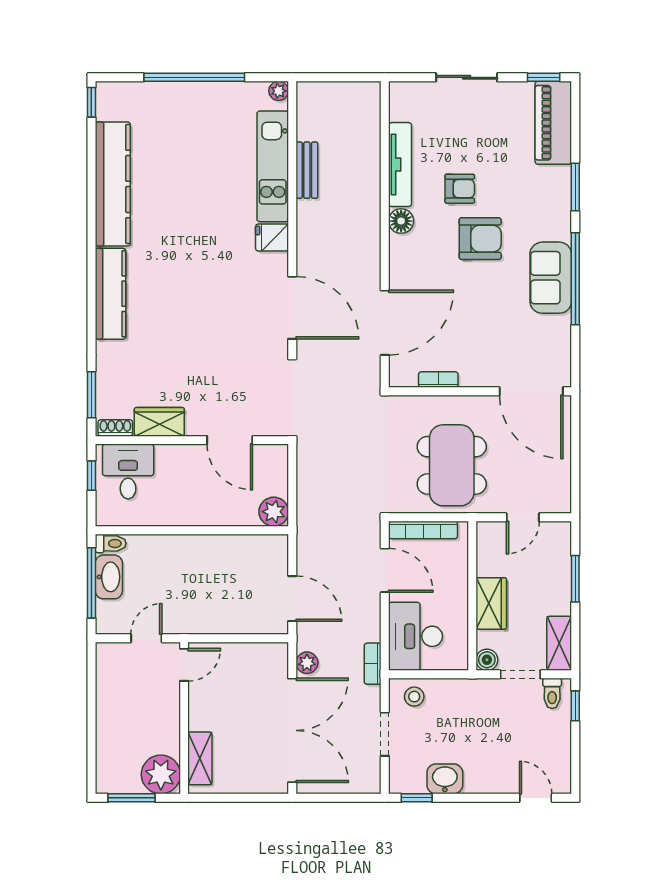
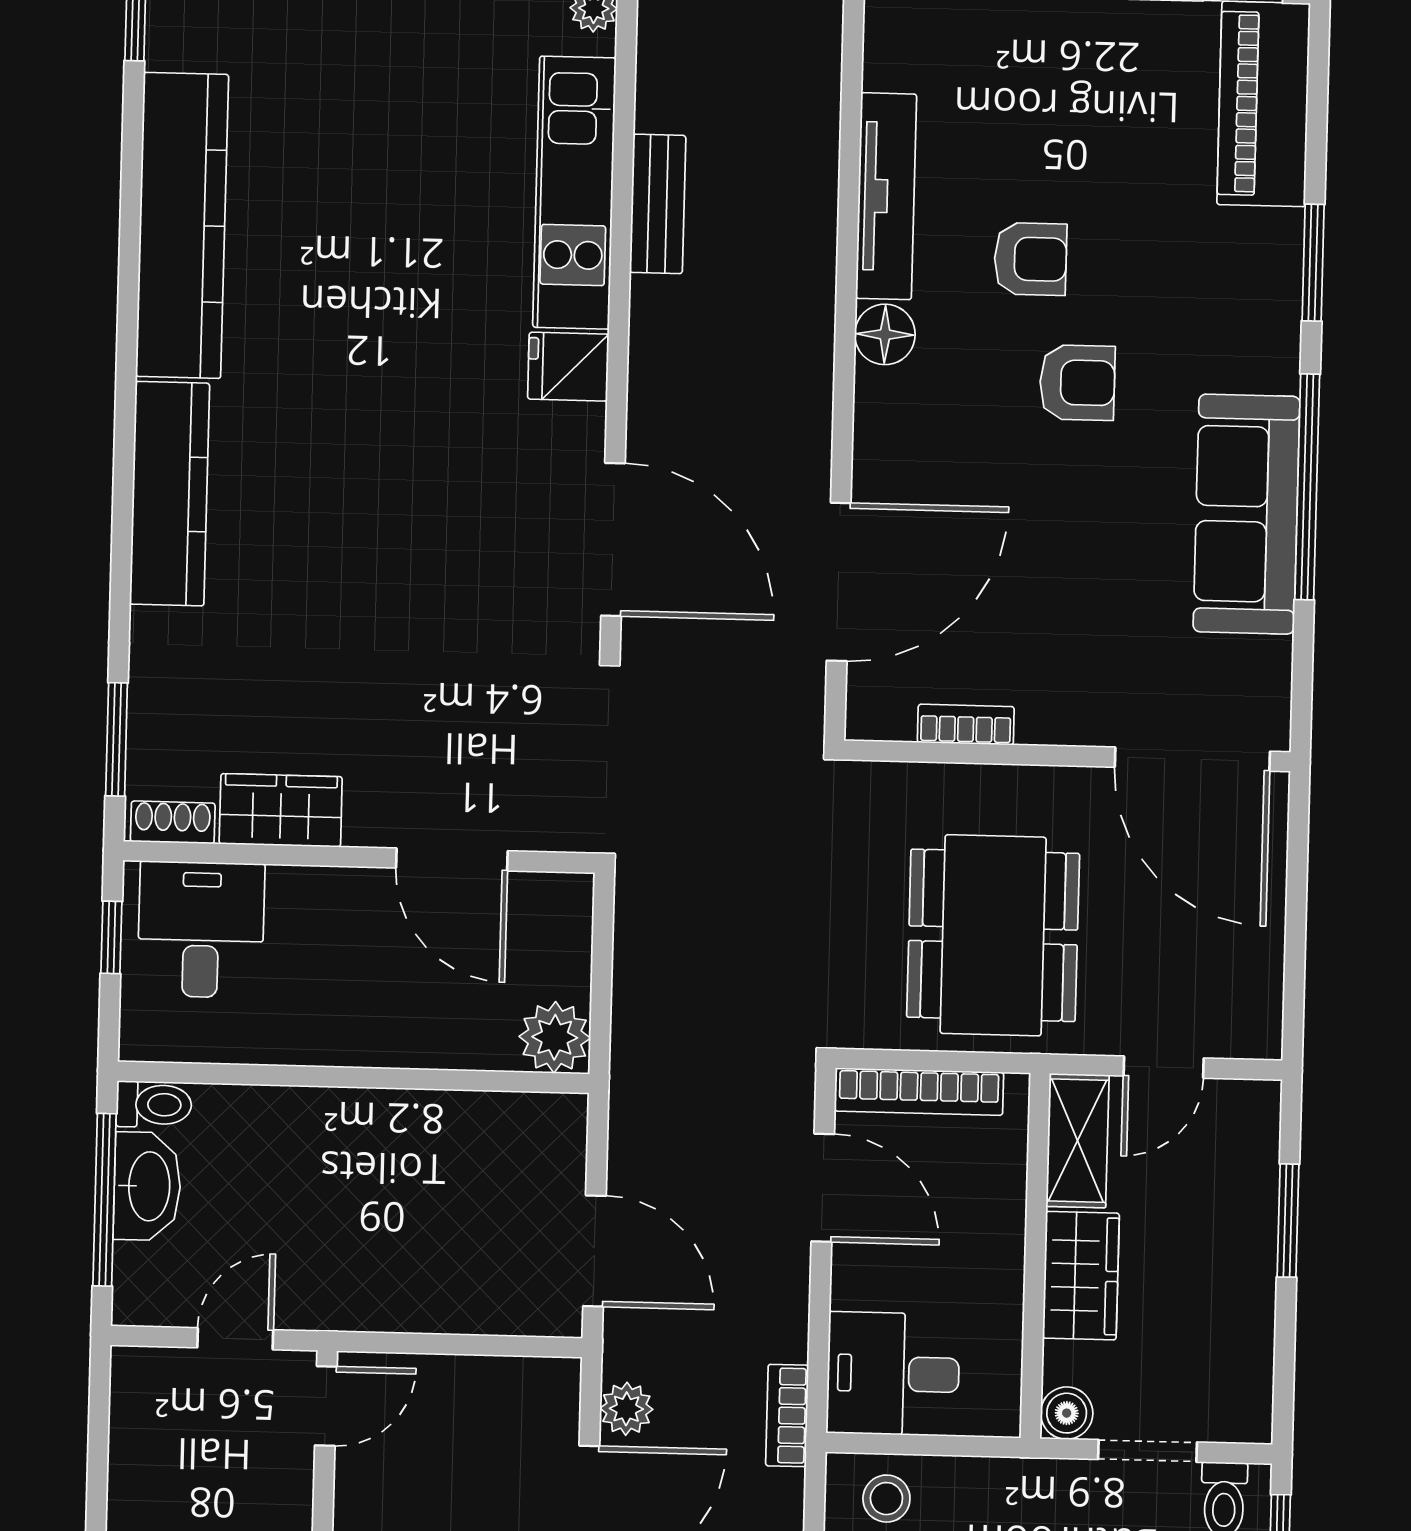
armchair: (480, 239) -> (1077, 383), width x0.72, depth x0.72
sofa: (551, 278) -> (1247, 514), width x1.36
desk: (416, 636) -> (893, 1374), width x0.73
shelving: (559, 643) -> (1078, 1141), moved

